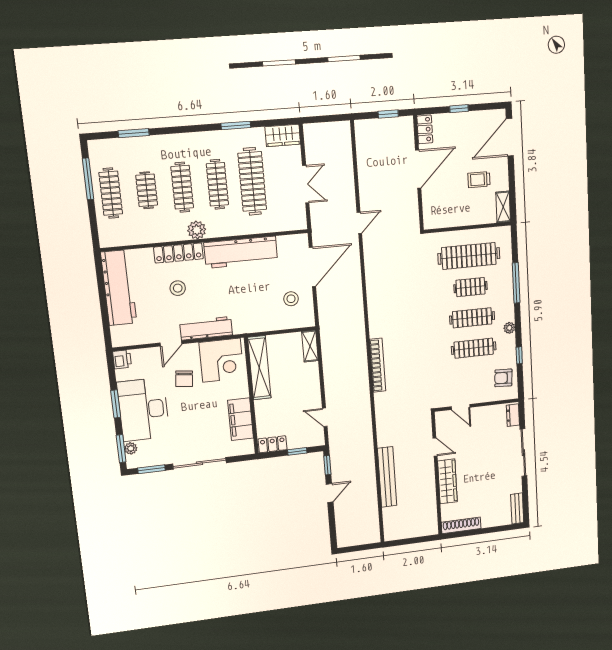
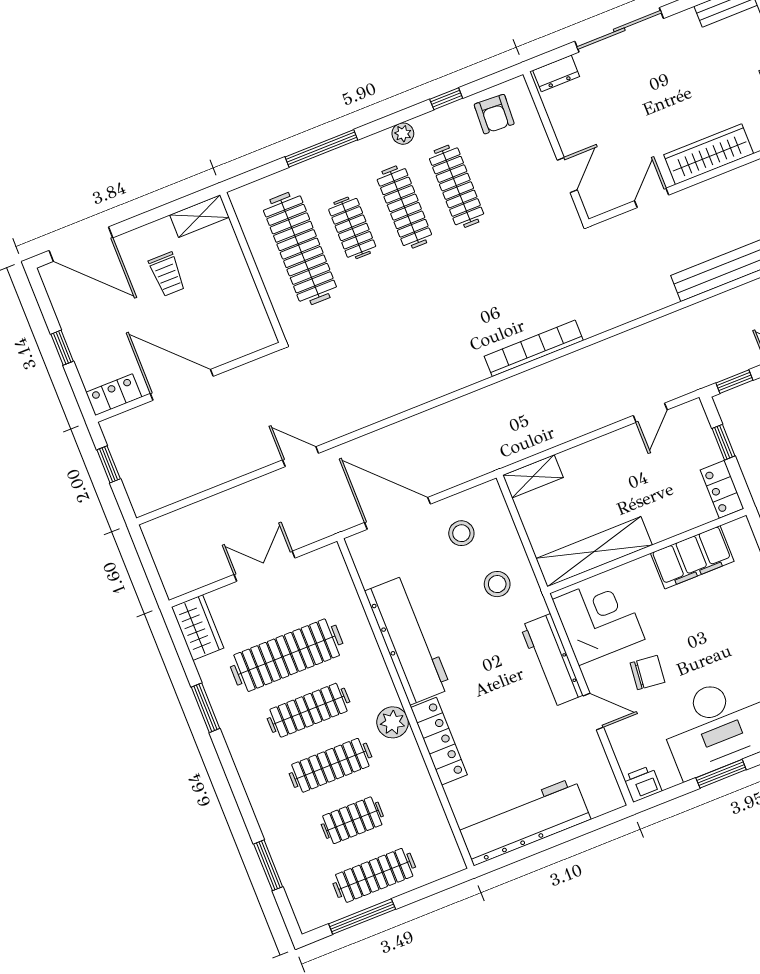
stool: (178, 288) -> (497, 584), moved

